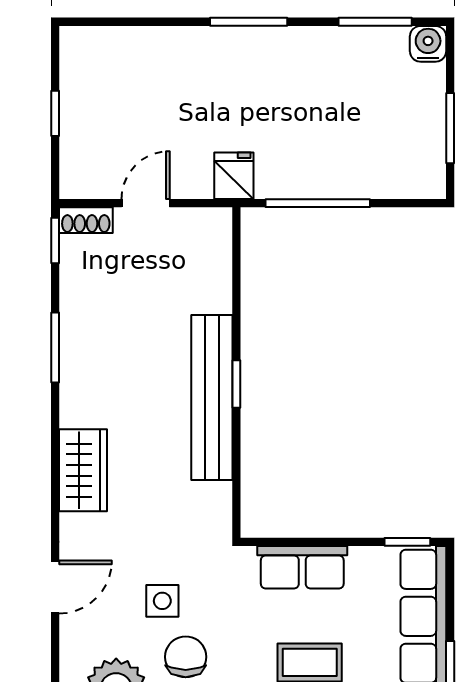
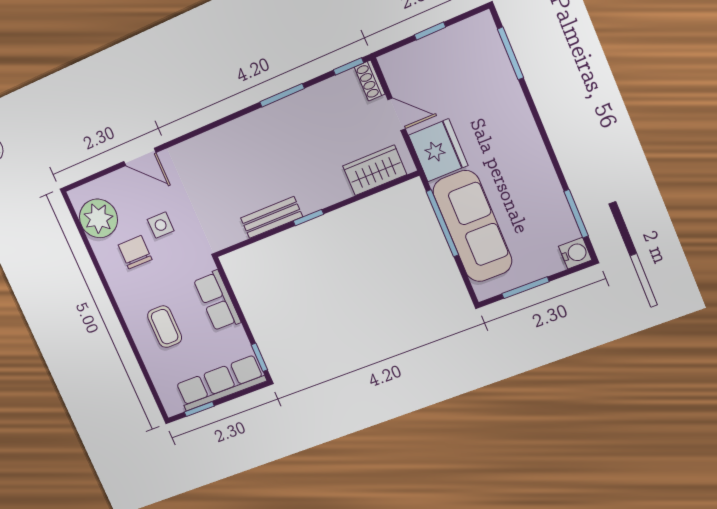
window: (249, 22) -> (511, 53), moved
sofa: (338, 165) -> (472, 226), added
fridge: (234, 176) -> (438, 150), width x1.88, depth x1.34
bench: (212, 397) -> (272, 217), width x0.54, depth x0.82
wardrobe: (83, 470) -> (375, 170), moved, turned 180
chair: (186, 657) -> (135, 252), turned -90

